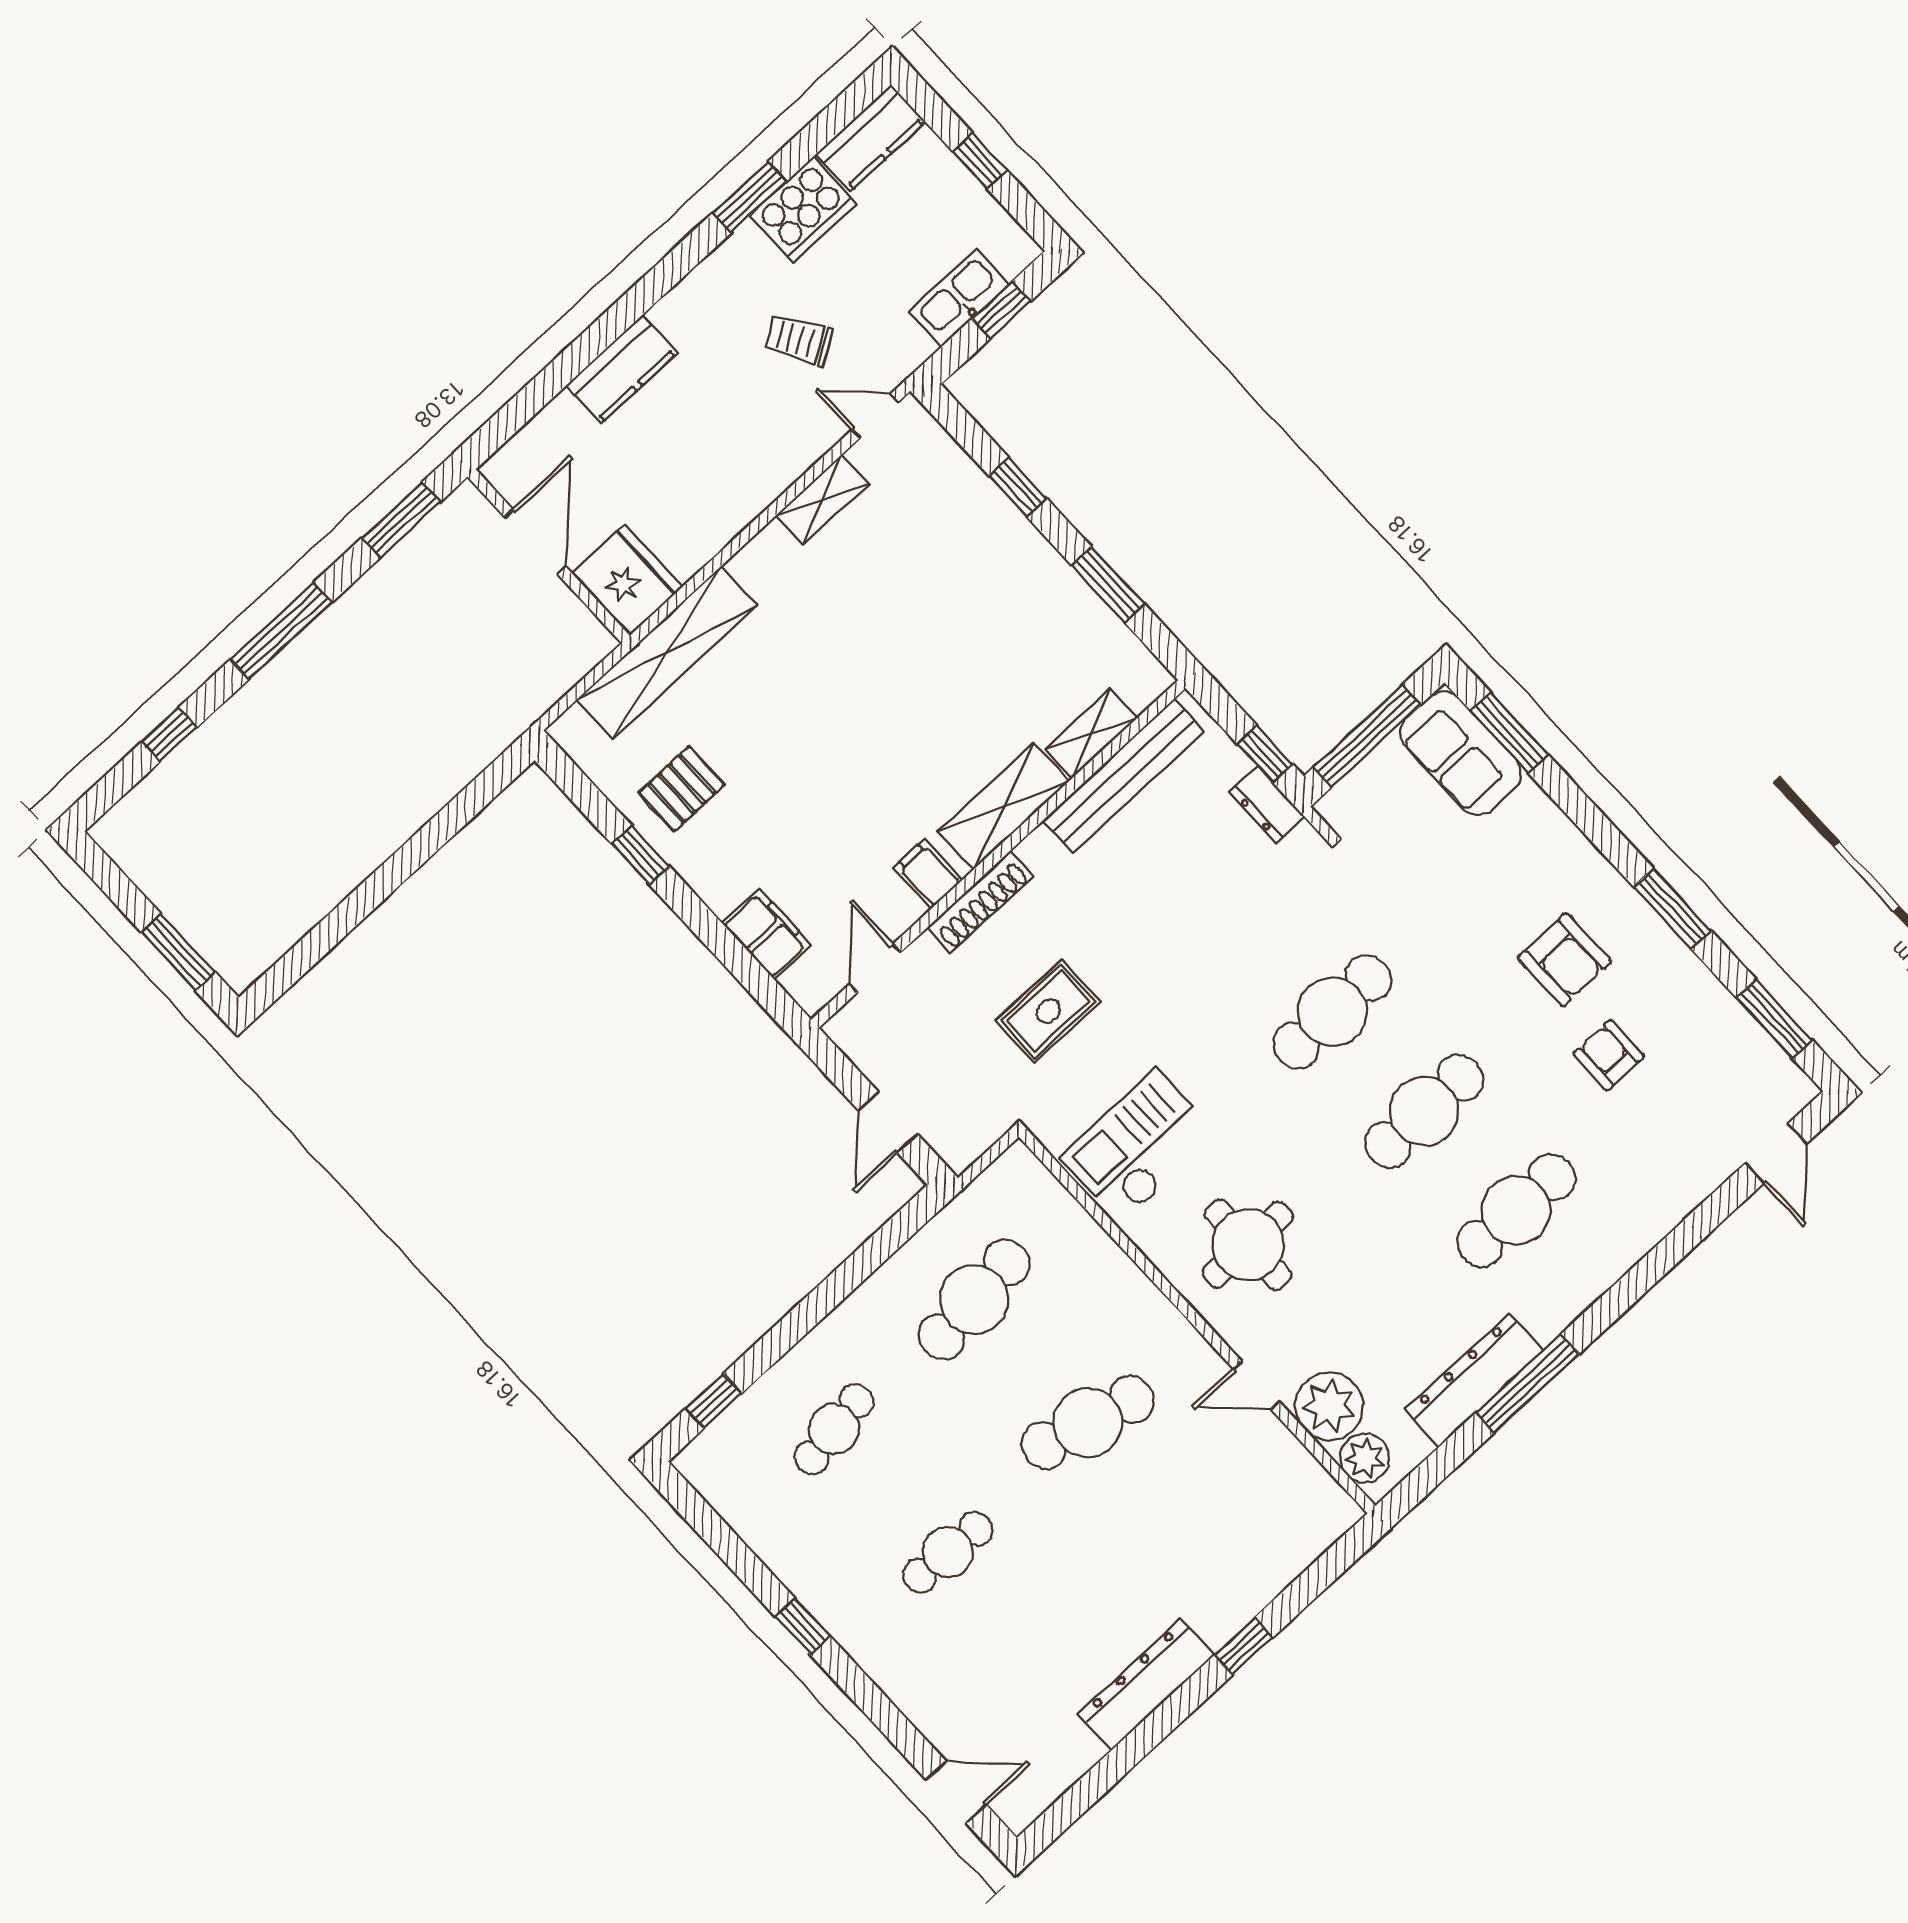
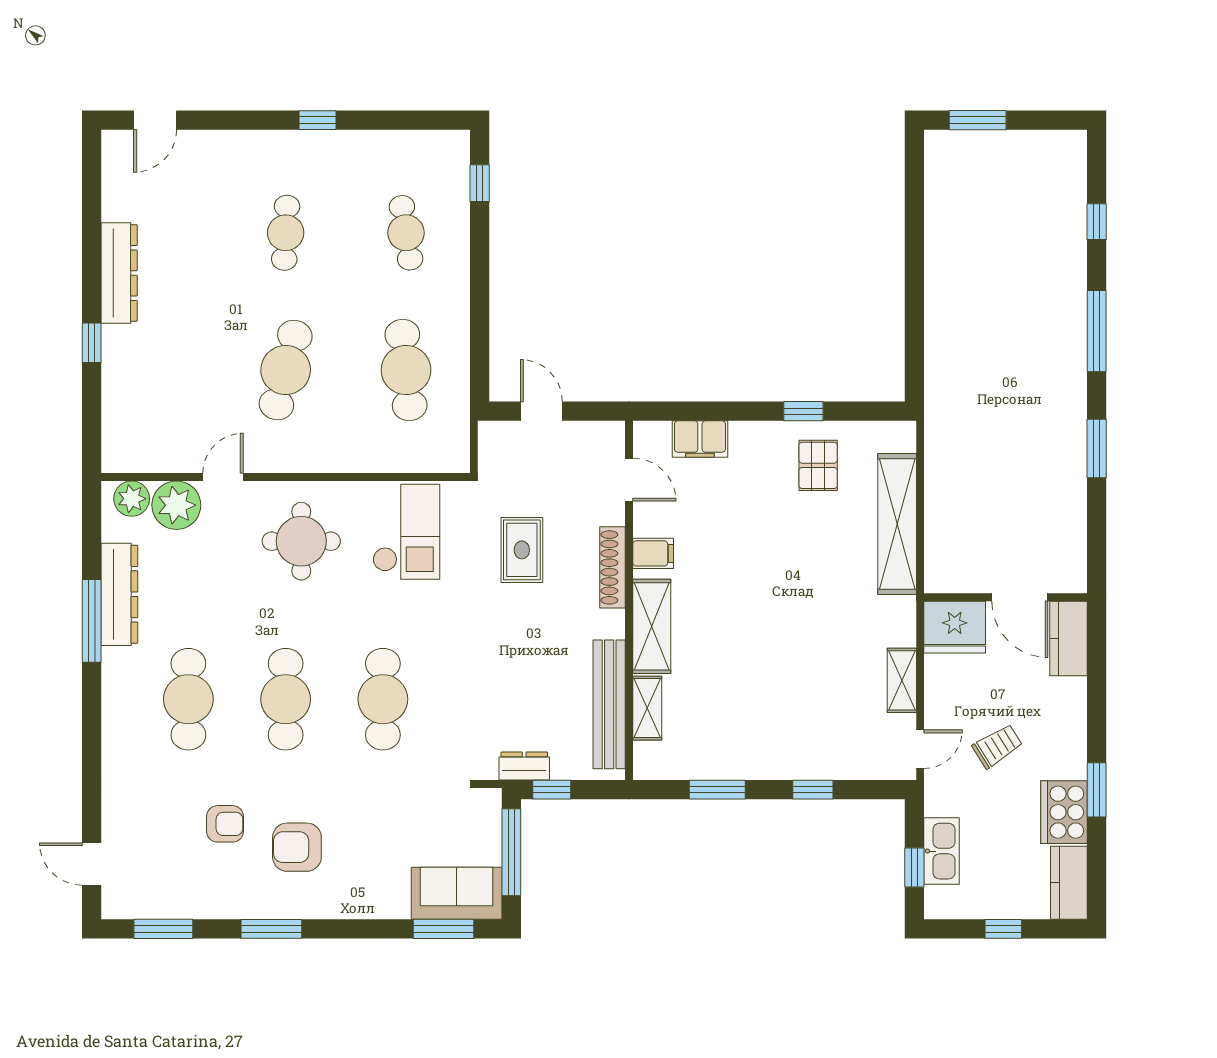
door: (535, 542) -> (1020, 597), moved
wall: (549, 556) -> (1006, 597), moved
fridge: (627, 580) -> (955, 627), moved

